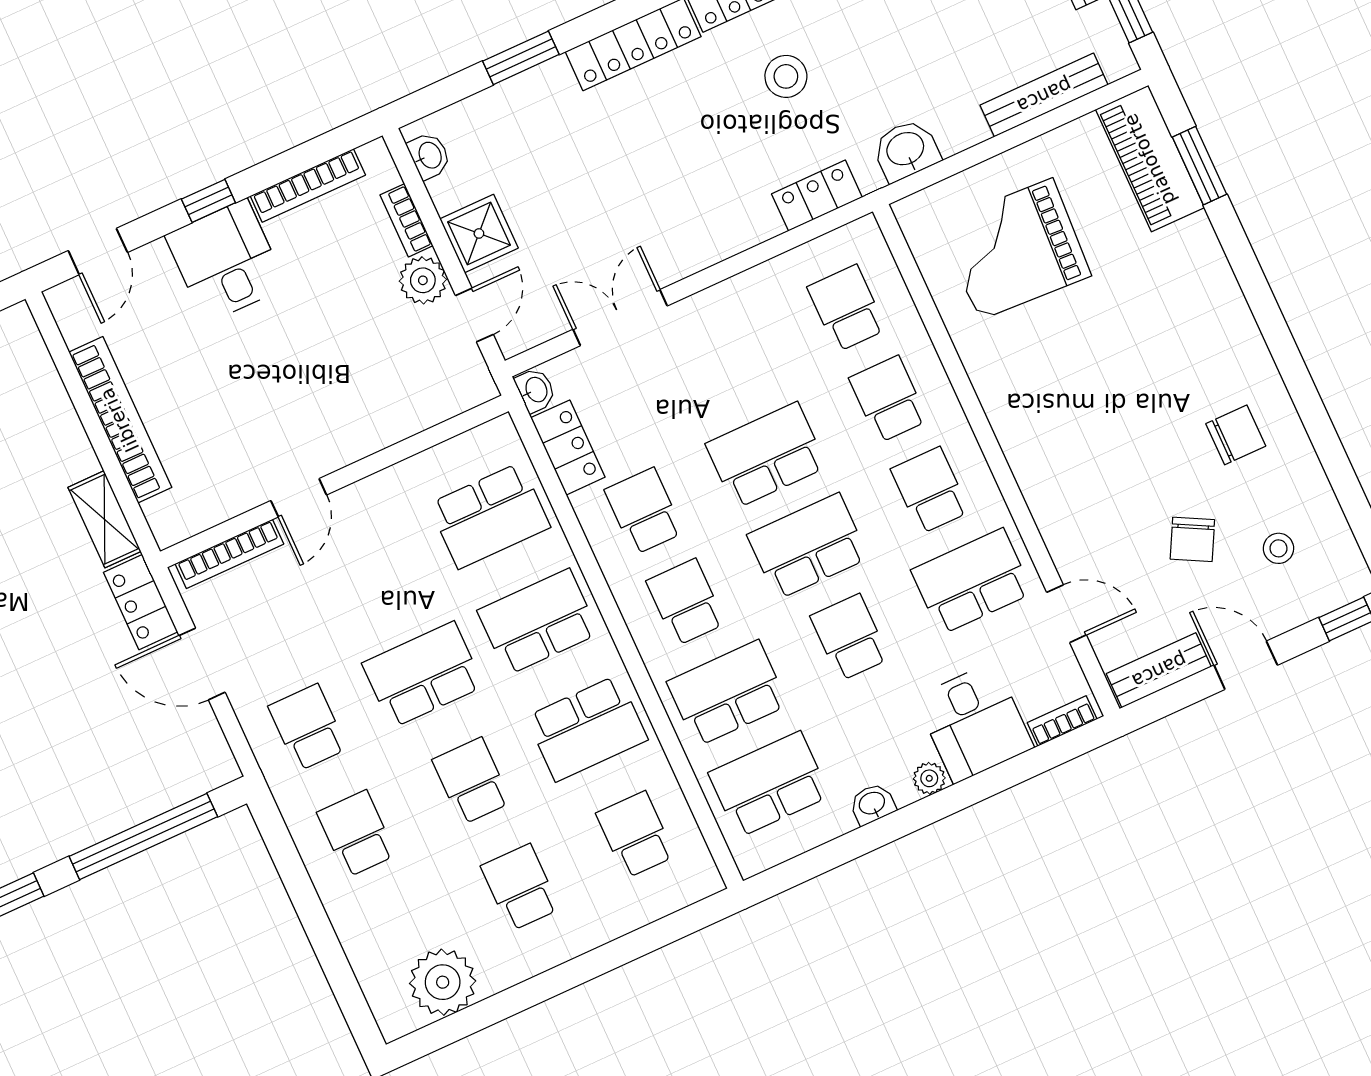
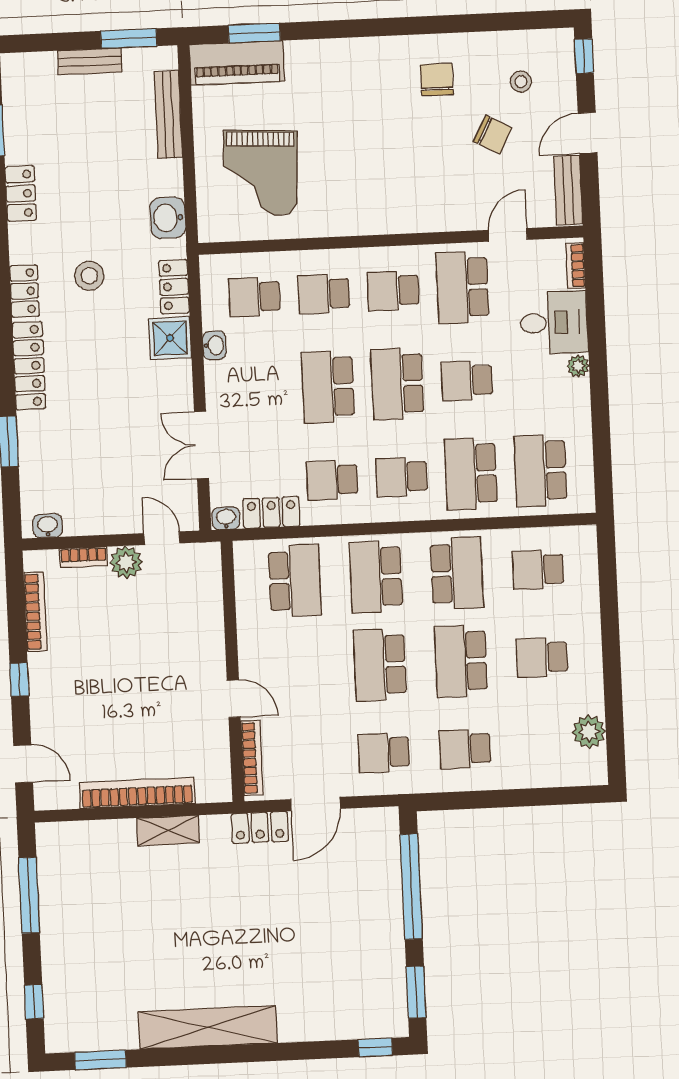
shower: (479, 233) -> (170, 338), moved
desk: (226, 261) -> (63, 684), removed
shelving: (104, 519) -> (168, 831), moved
school desk: (472, 781) -> (461, 661), width x1.85
washbasin: (872, 804) -> (214, 345), moved, turned 180
plant: (443, 982) -> (589, 732), width x0.73, depth x0.73

